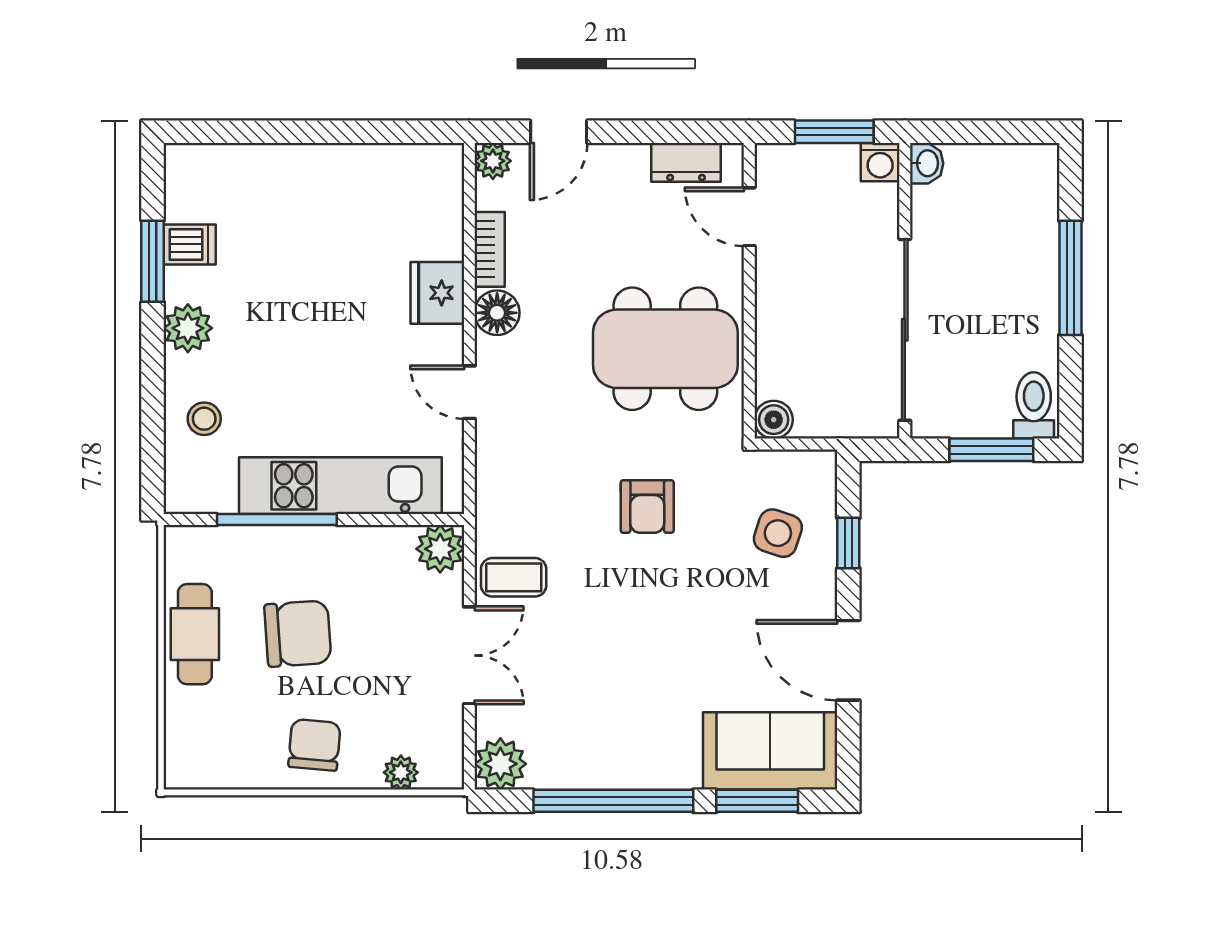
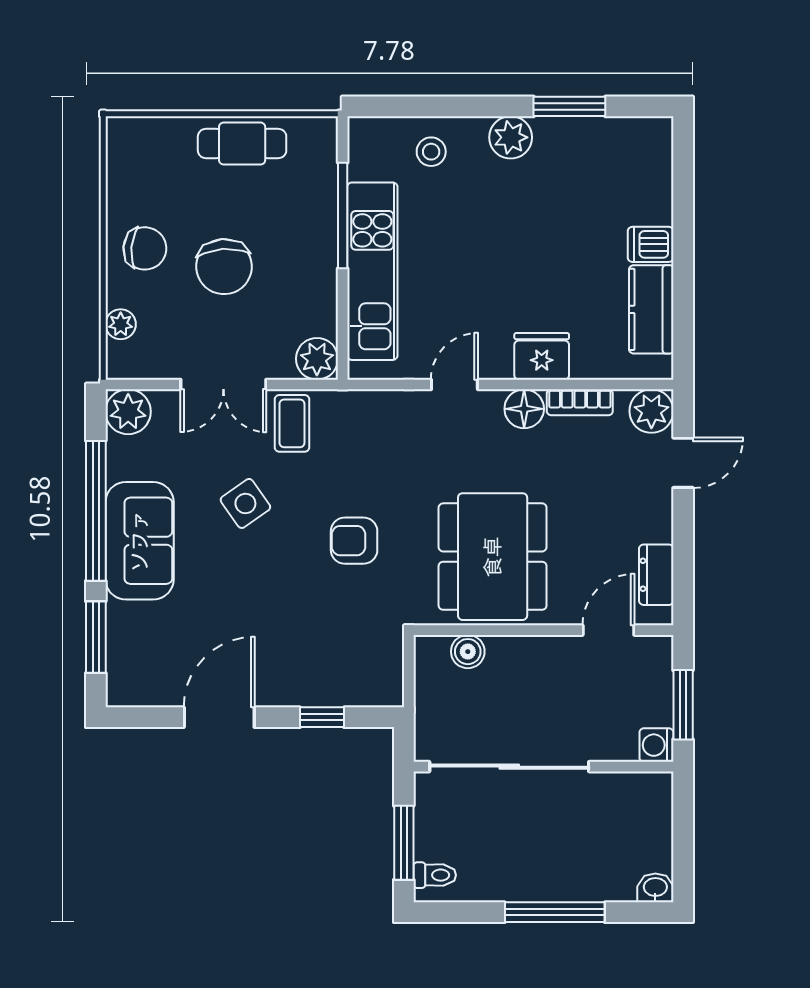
door: (559, 132) -> (683, 463), swing flipped
plant: (493, 161) -> (651, 411), width x1.38, depth x1.38
washbasin: (927, 163) -> (655, 888), moved, turned 180
kitchen counter: (384, 168) -> (651, 309), added
dishwasher: (190, 244) -> (651, 244), moved, turned 90
toilet: (1034, 405) -> (435, 875), width x0.73, depth x0.72
boiler: (774, 420) -> (468, 652), moved
side table: (778, 533) -> (245, 503), moved, turned 37
chair: (298, 634) -> (224, 267), moved
sofa: (770, 751) -> (140, 541), moved

